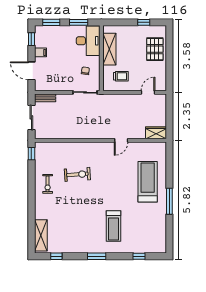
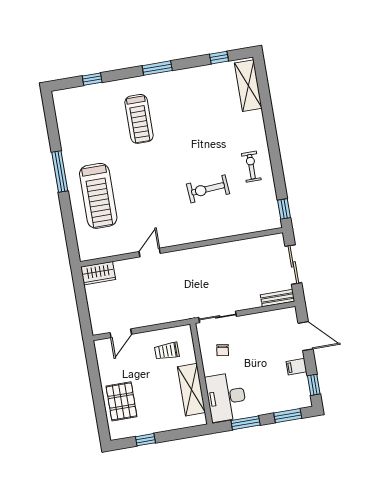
treadmill: (114, 226) -> (139, 119), turned 180

